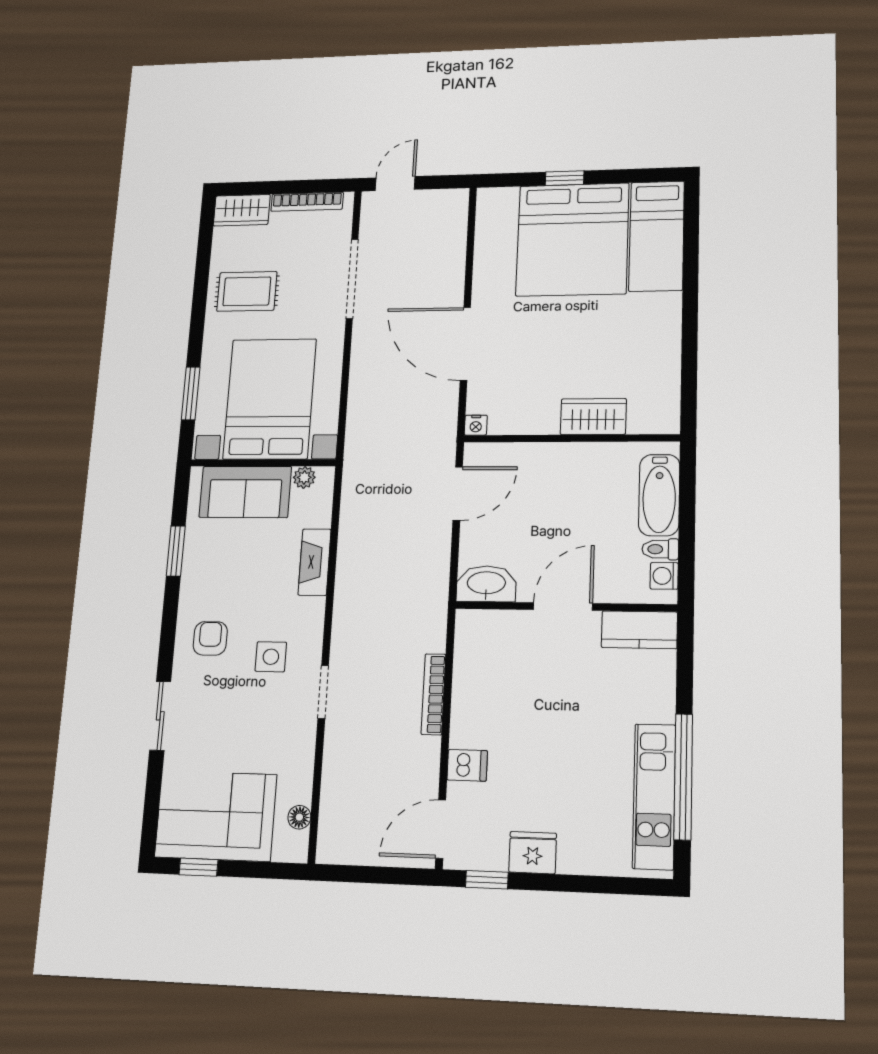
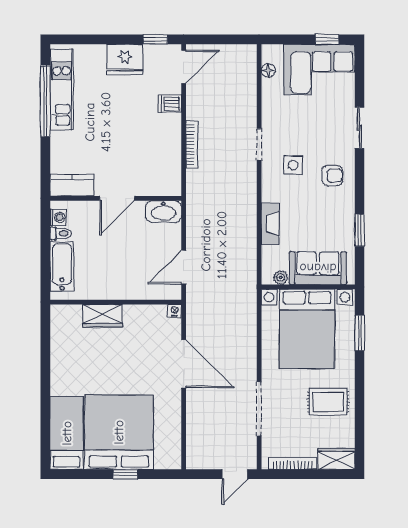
armchair: (210, 638) -> (332, 176), turned -90
fridge: (533, 853) -> (125, 59), width x1.36, depth x1.34

